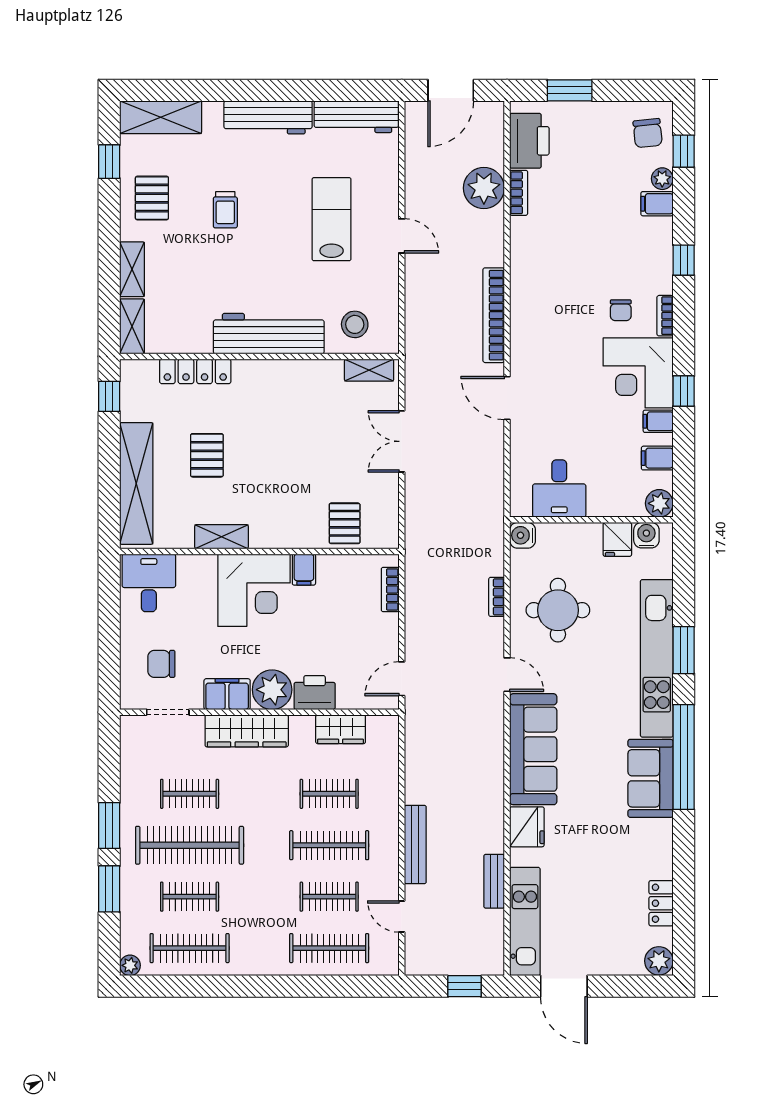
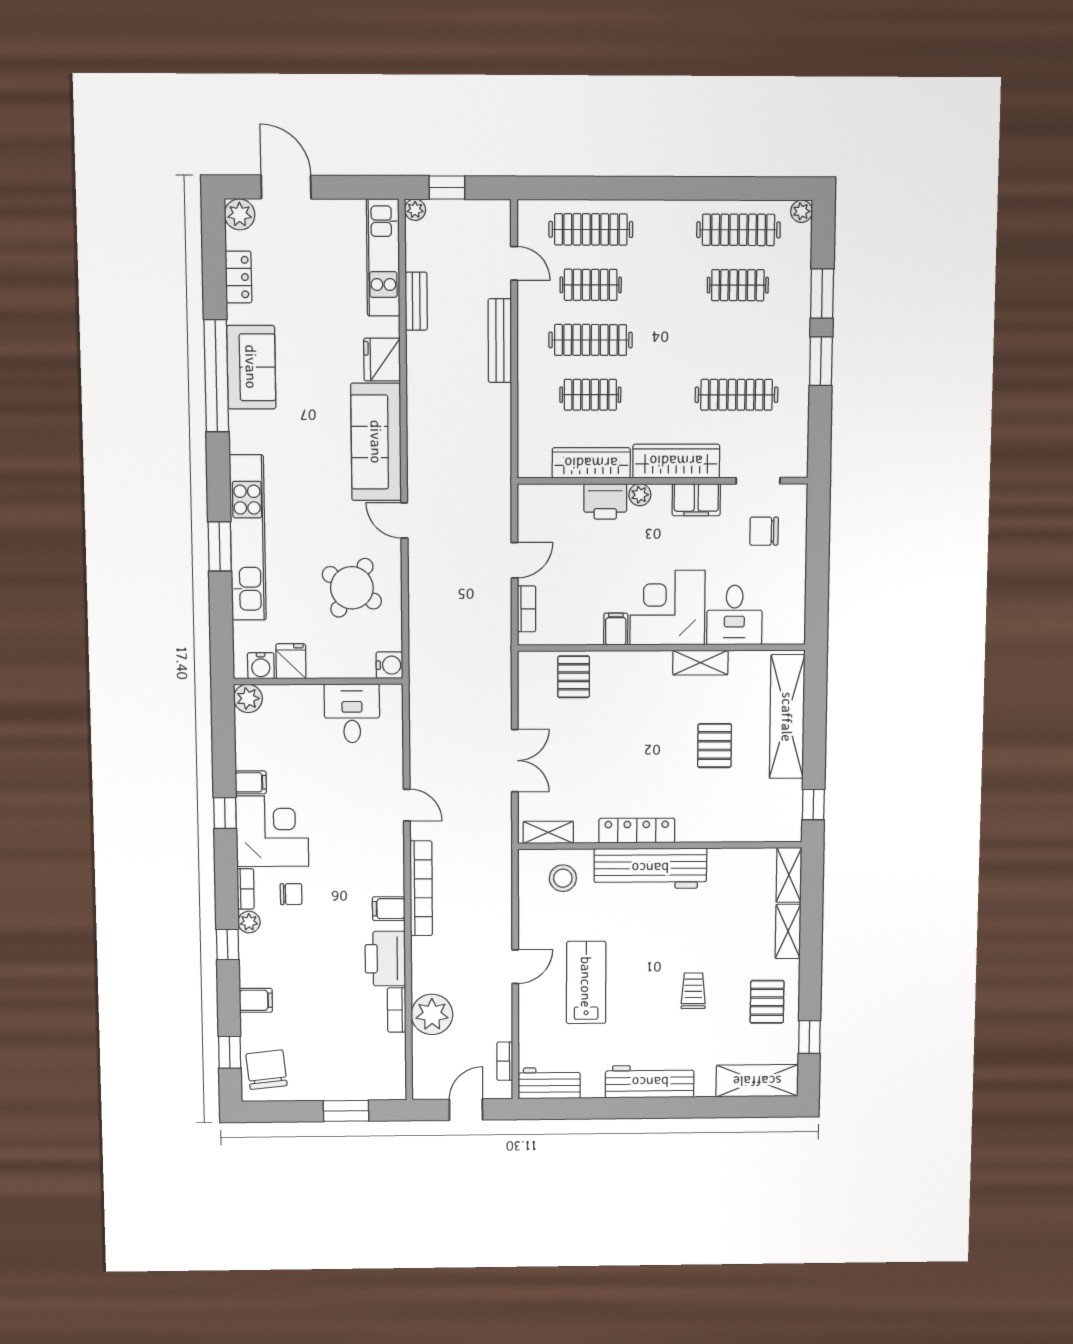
door: (451, 90) -> (466, 1110), width x0.73
workbench: (356, 117) -> (549, 1083), width x0.73
chair: (648, 133) -> (267, 1070), width x1.37, depth x1.37
printer: (529, 141) -> (385, 959), moved
plant: (662, 179) -> (249, 922), moved
lab bench: (332, 219) -> (586, 982), turned 180
door: (402, 236) -> (515, 967), swing flipped
chair: (621, 310) -> (291, 894), turned 90
locker: (195, 371) -> (637, 831), moved
door: (507, 398) -> (407, 805), width x0.73
filing cabinet: (657, 458) -> (389, 909), moved, turned 180
desk: (149, 583) -> (734, 615), moved
bookcase: (497, 597) -> (505, 1061), moved, turned 180
round table: (558, 610) -> (352, 588), turned 32
chair: (161, 664) -> (764, 531), turned 180
door: (402, 679) -> (515, 560), moved
plant: (272, 690) -> (640, 495), width x0.53, depth x0.53
wardrobe: (341, 729) -> (591, 463), width x1.50
window: (684, 757) -> (216, 376), moved
sofa: (651, 778) -> (251, 367), moved
clothes rail: (190, 794) -> (736, 395), width x1.36
clothes rail: (190, 845) -> (737, 340), removed
plant: (495, 966) -> (415, 210), added
door: (564, 986) -> (286, 187), moved

